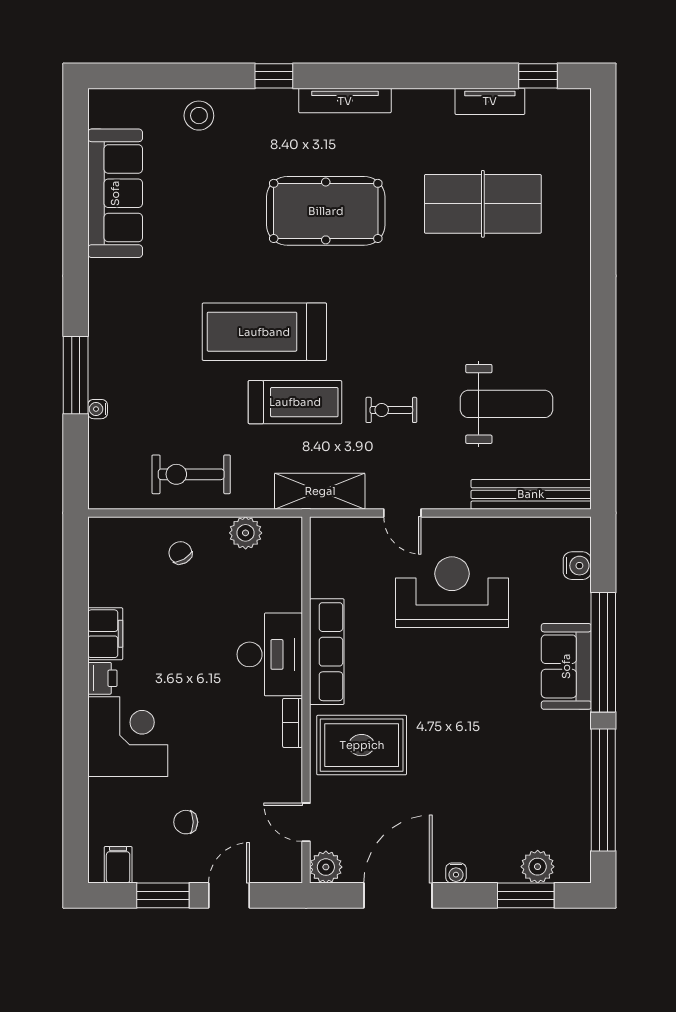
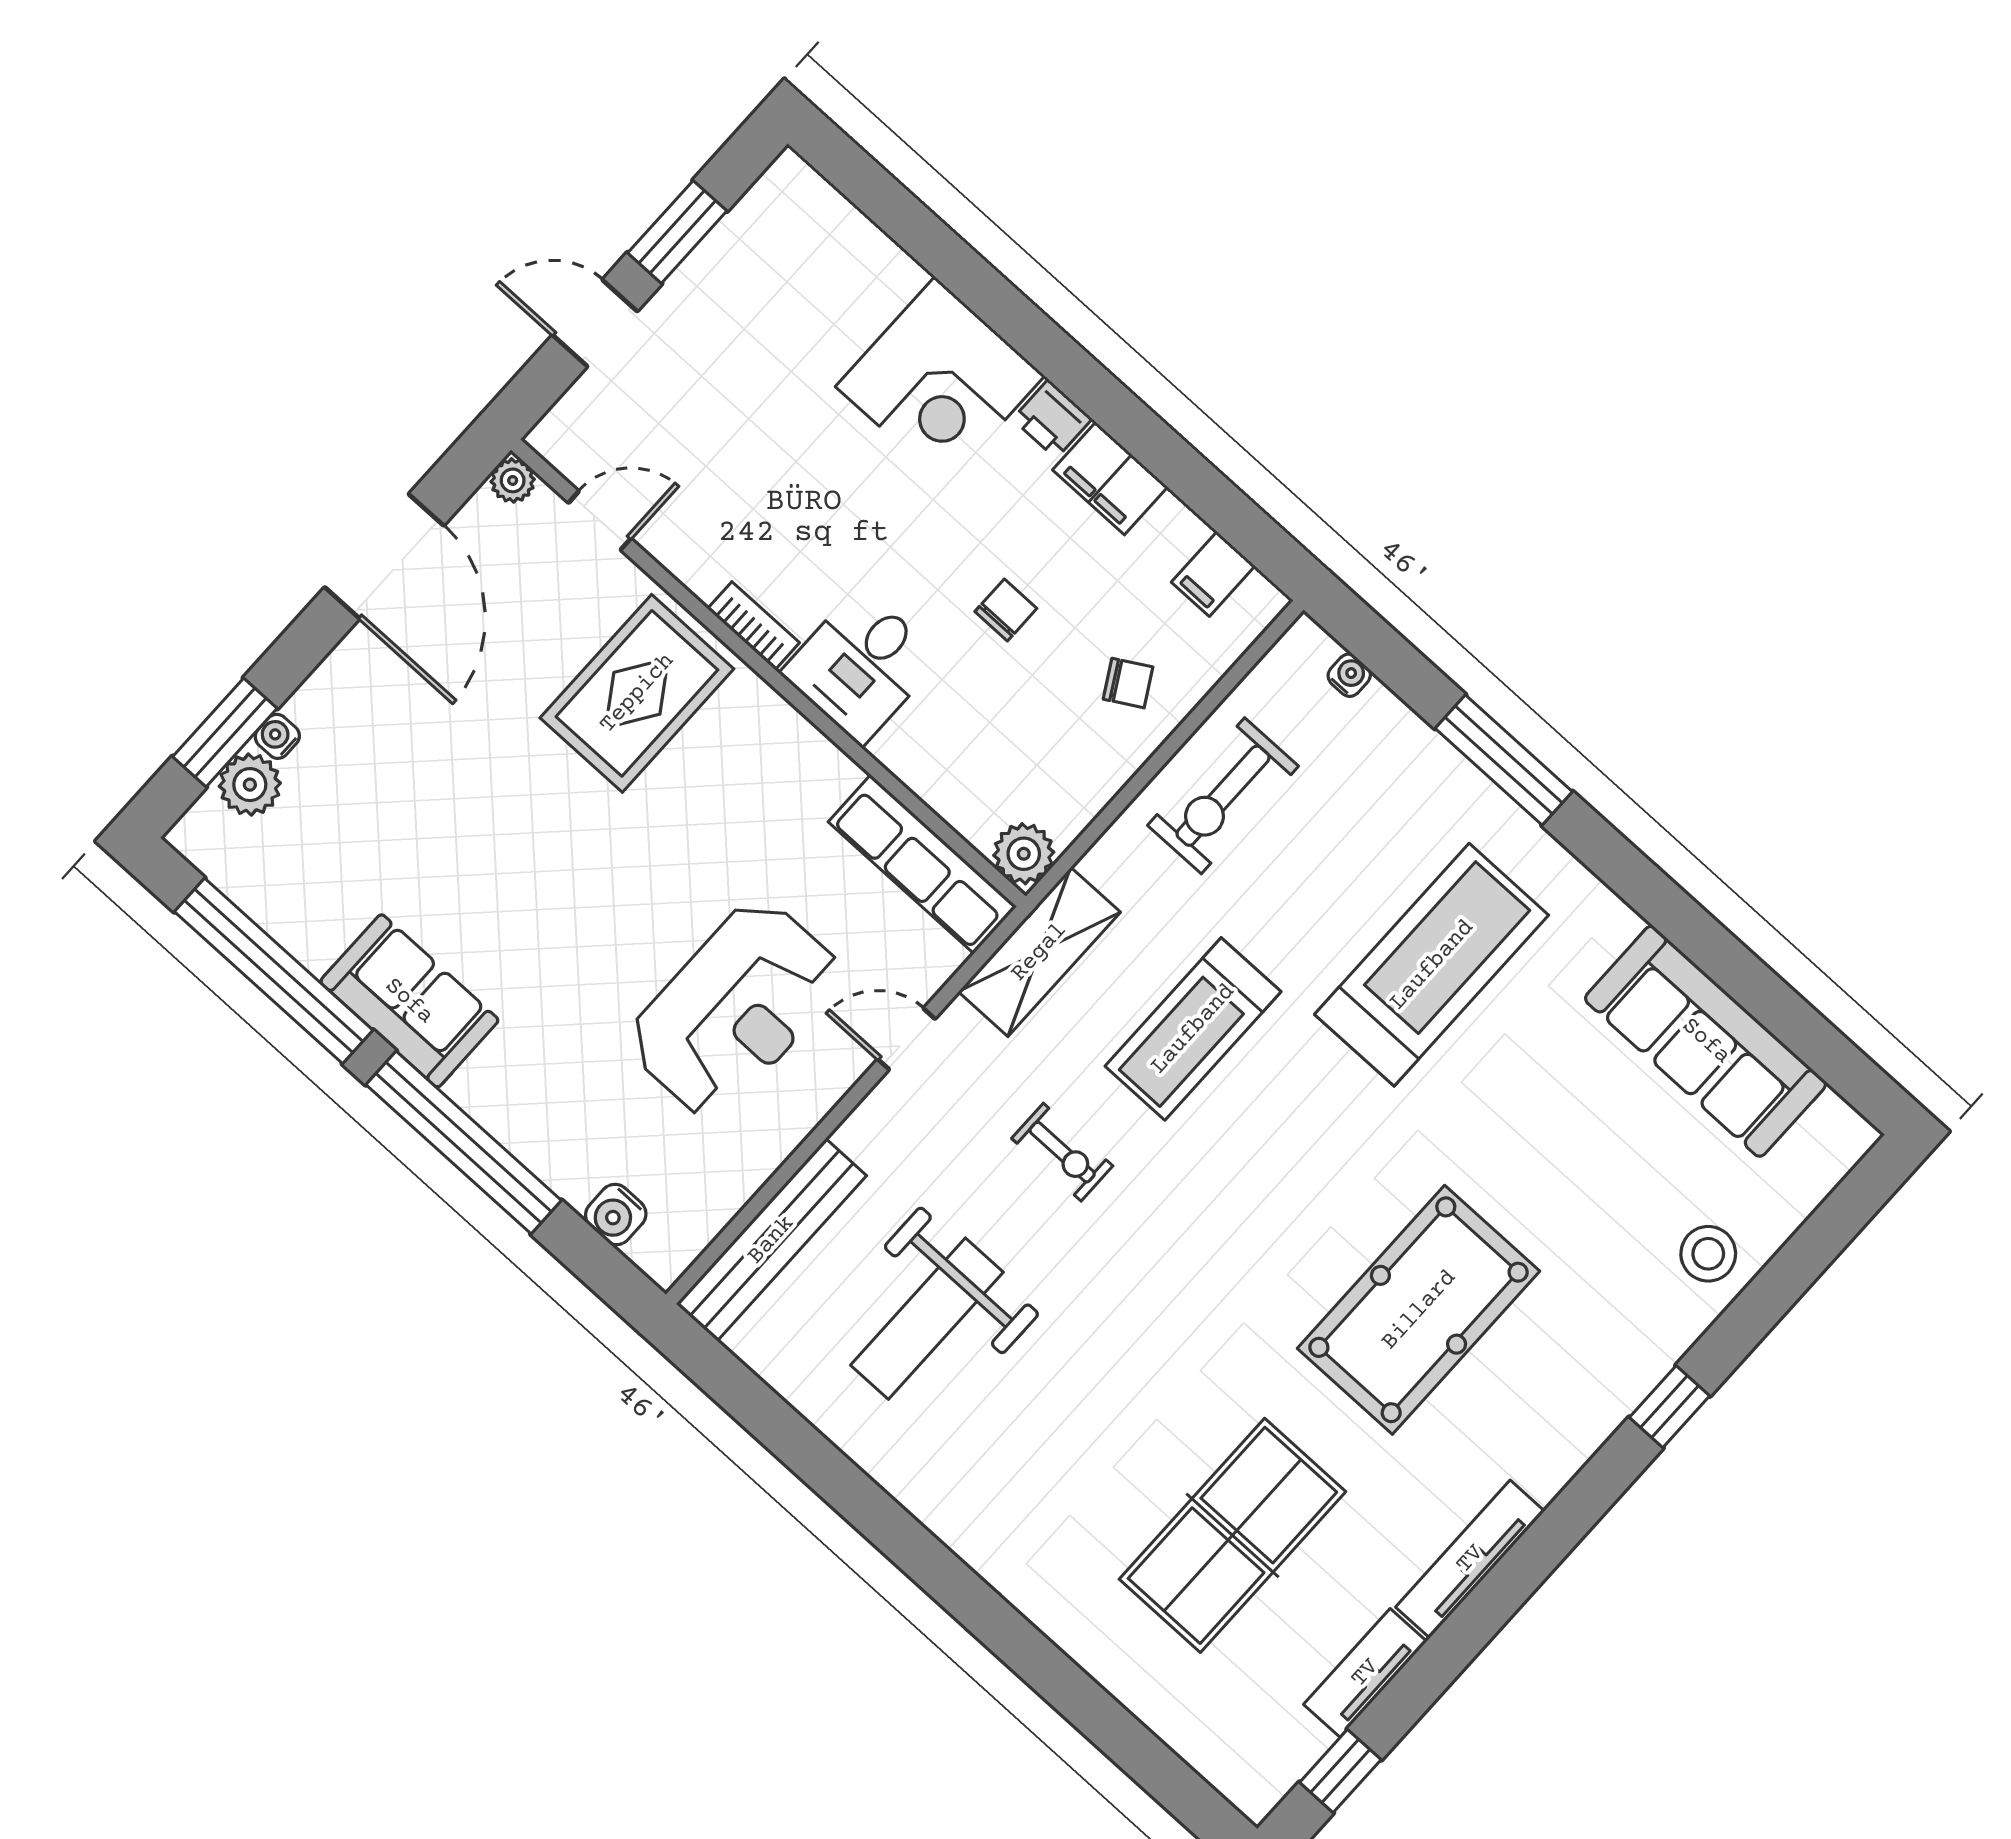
tv unit: (345, 101) -> (1470, 1559), moved
treadmill: (264, 332) -> (1432, 965), moved
water cooler: (98, 409) -> (1349, 675), moved
exercise bike: (391, 410) -> (1062, 1152), turned 90
exercise bike: (191, 474) -> (1223, 796), turned 180
plant: (246, 533) -> (1024, 854), moved
row of seats: (327, 652) -> (922, 864), moved
desk: (270, 654) -> (861, 666), width x0.73
sofa: (566, 666) -> (409, 1001), moved
chair: (186, 822) -> (1006, 610), moved
filing cabinet: (118, 865) -> (1213, 574), moved, turned 90
plant: (326, 867) -> (513, 480), width x0.73, depth x0.73
water cooler: (456, 873) -> (277, 736), moved
door: (229, 895) -> (595, 323), swing flipped

